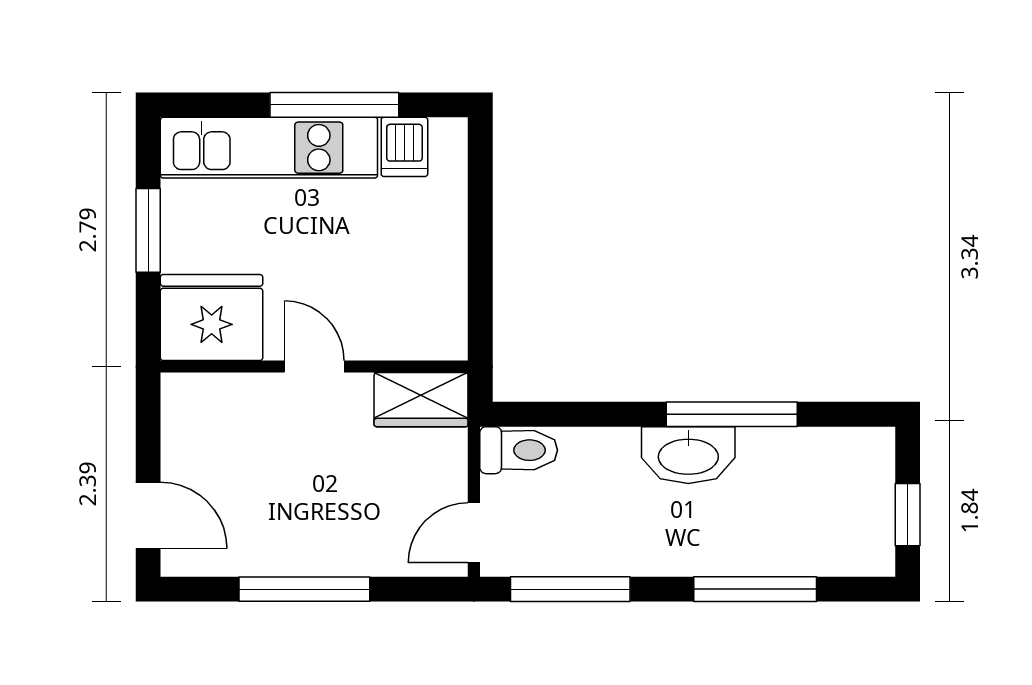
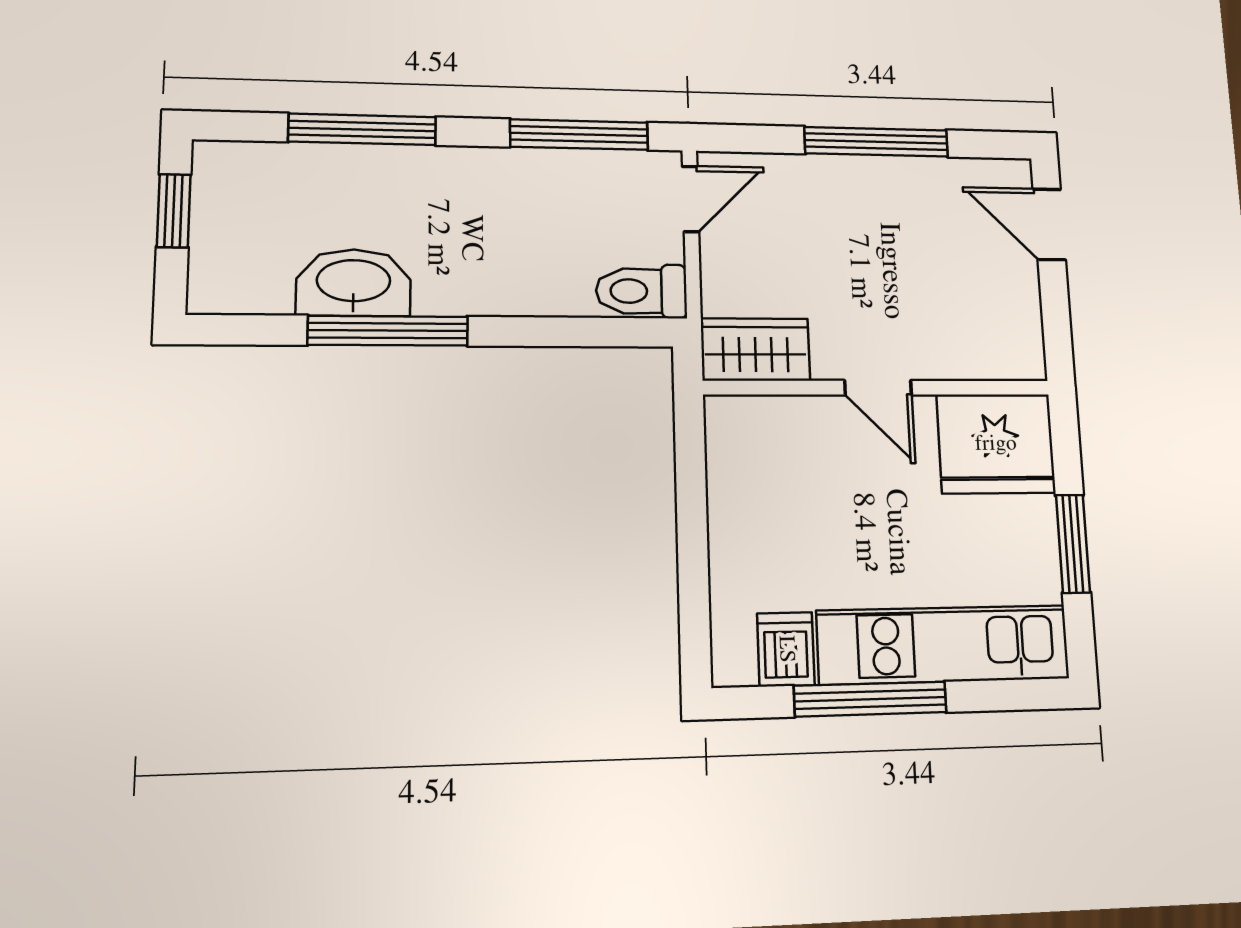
washbasin: (688, 455) -> (354, 283), moved

